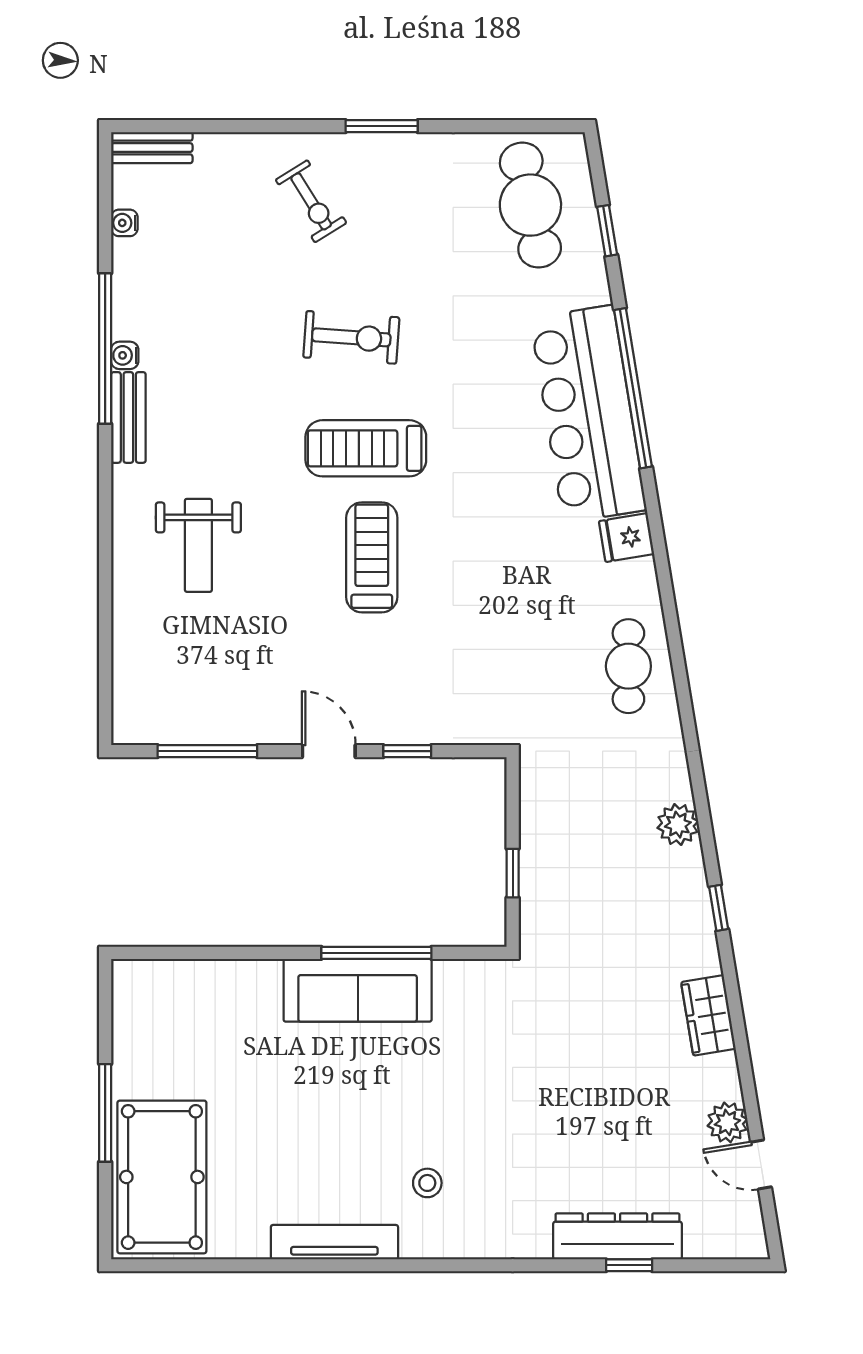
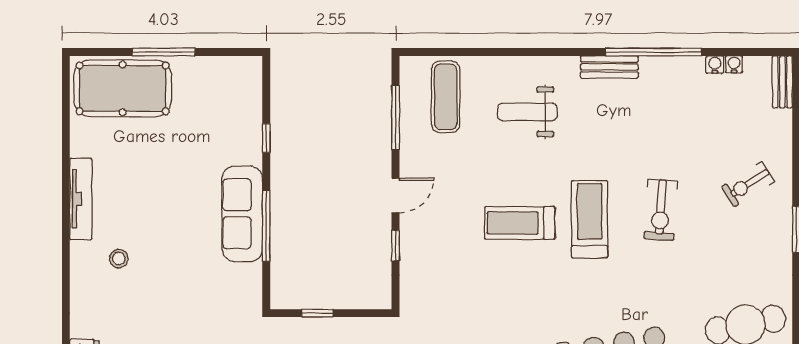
water cooler: (125, 355) -> (715, 65), moved
treadmill: (372, 557) -> (520, 223), turned 180
exercise mat: (175, 673) -> (446, 97), added
window: (240, 953) -> (266, 138), added

